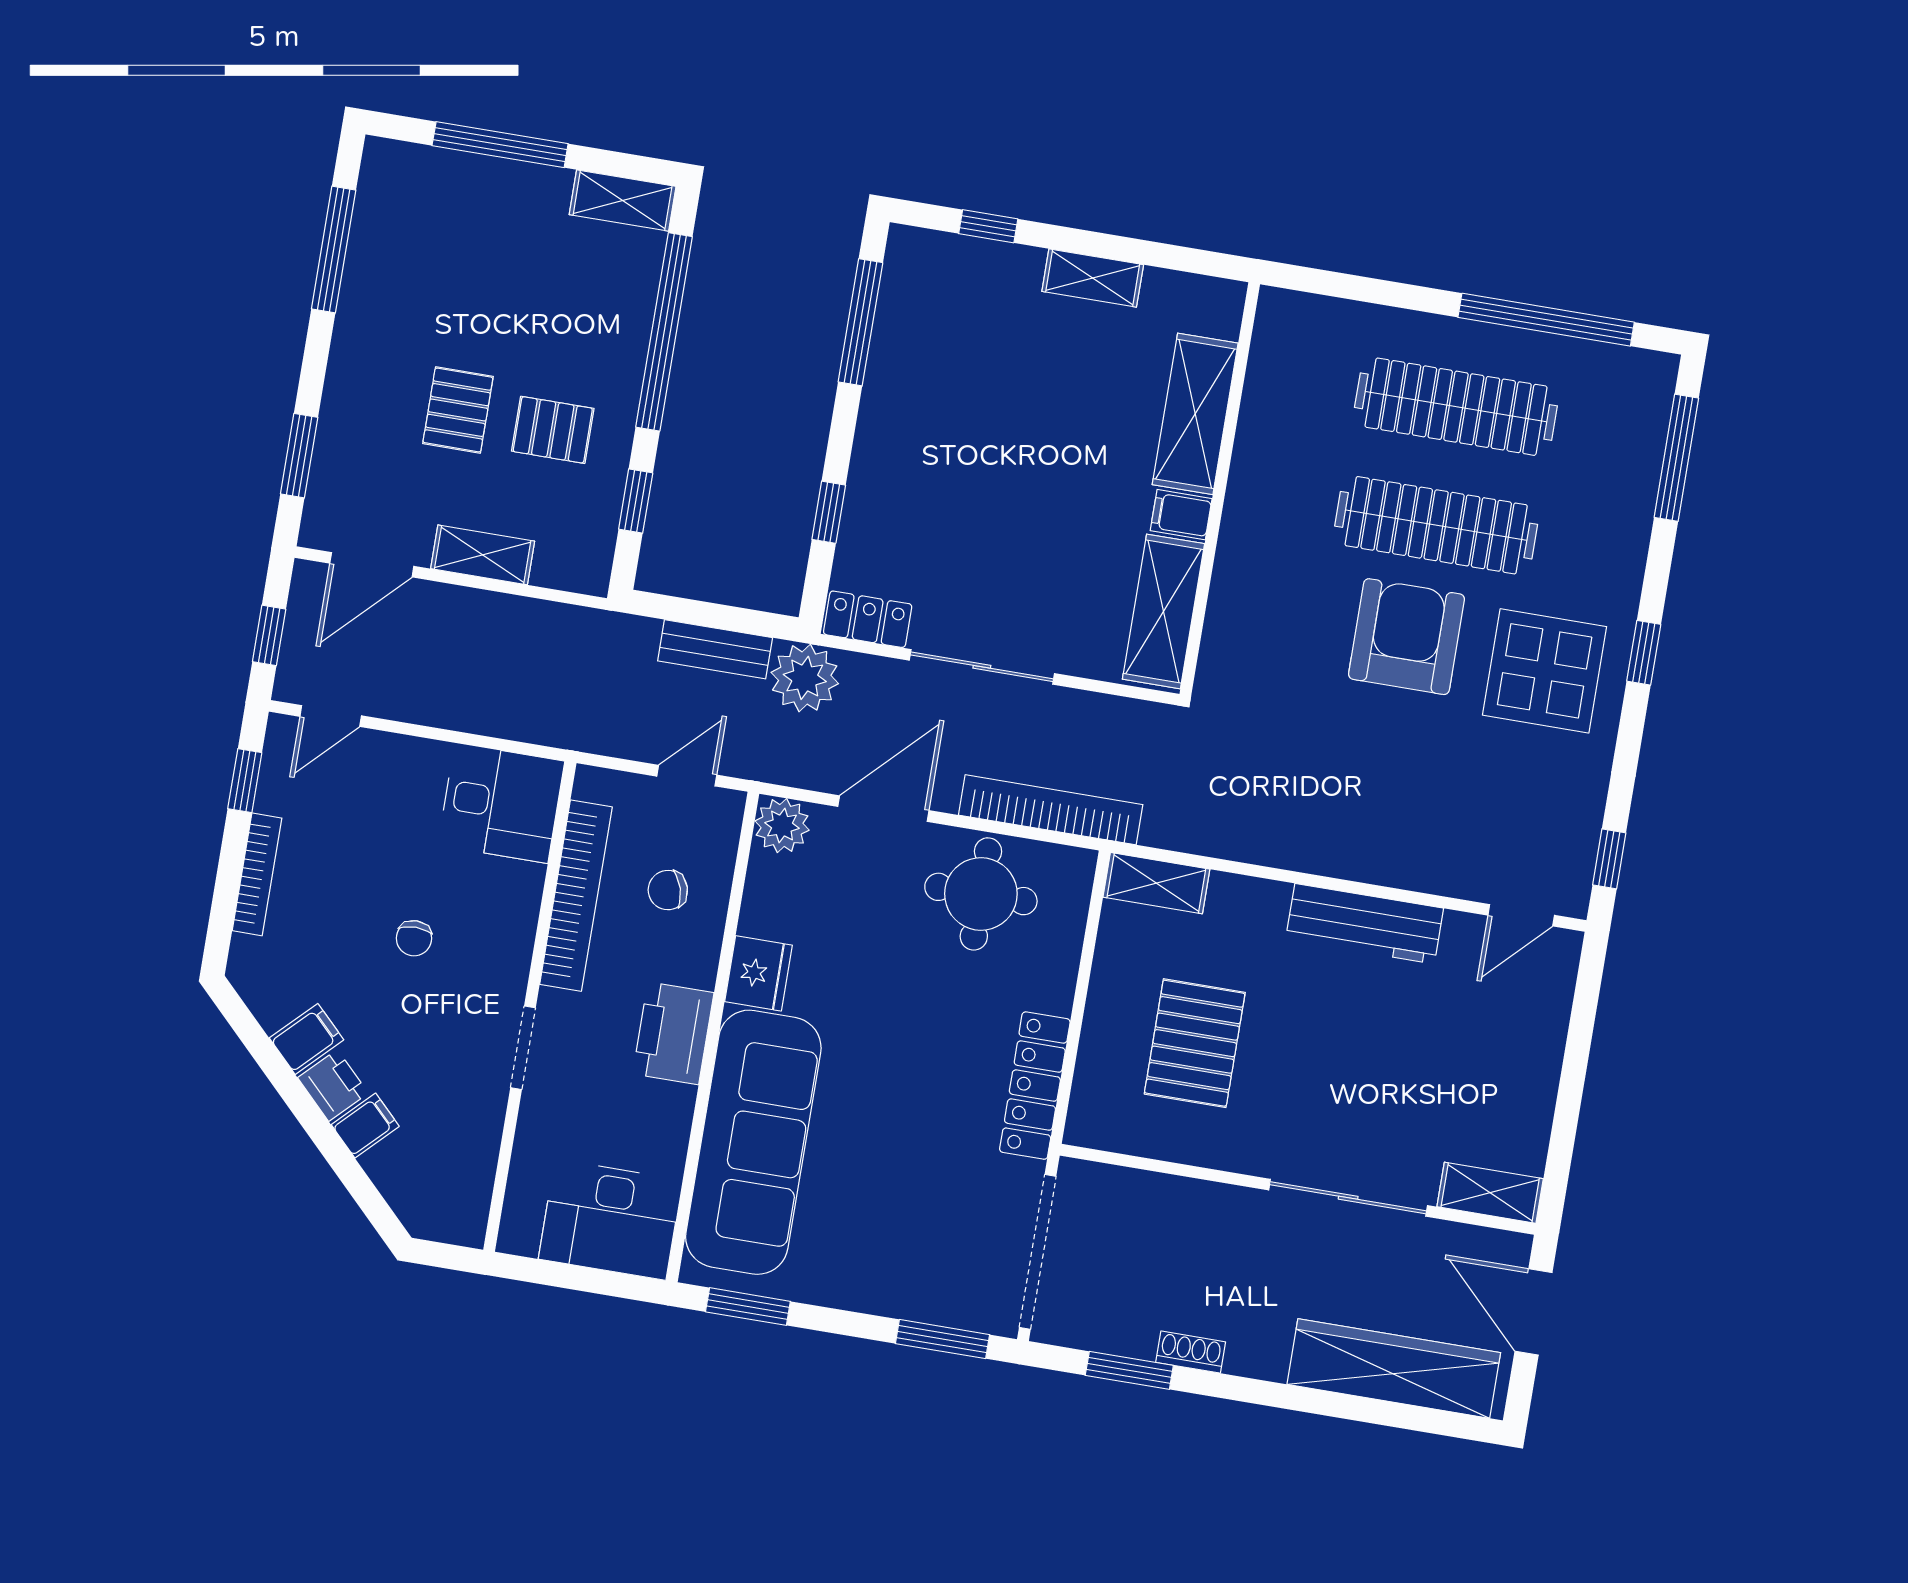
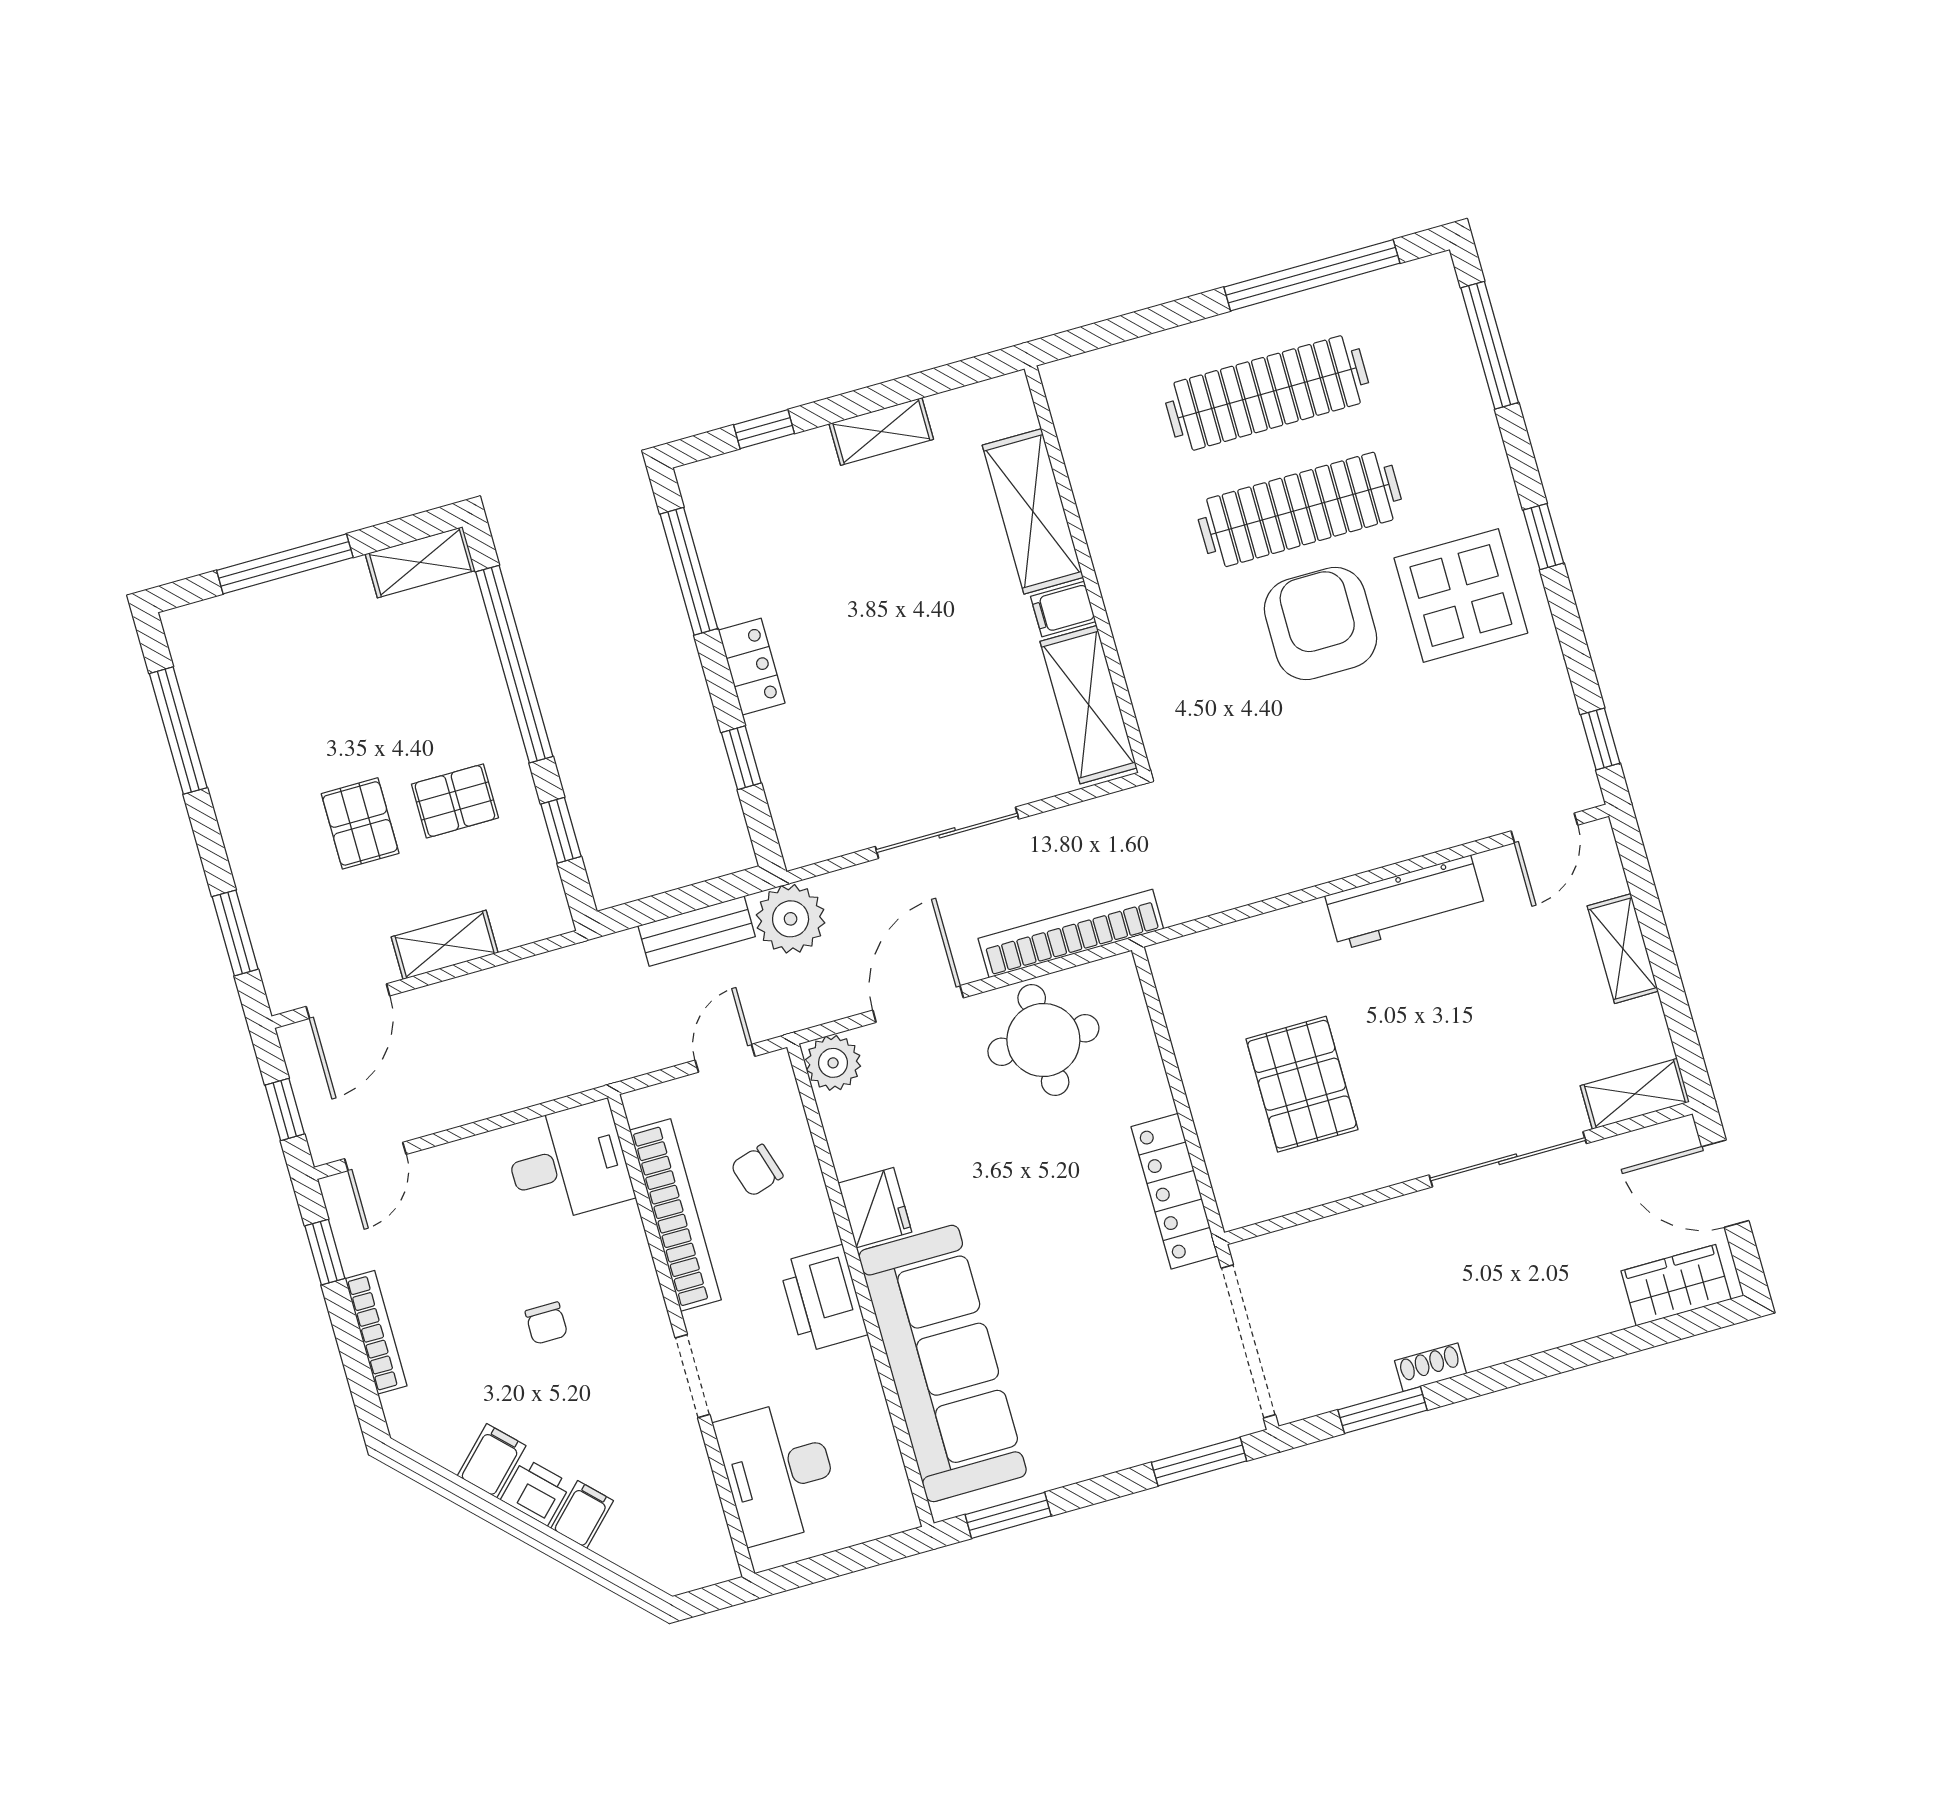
locker: (868, 619) -> (752, 667), moved, turned 90
shelving: (1156, 883) -> (1623, 949), moved, turned 90
desk: (611, 1220) -> (779, 1472), moved, turned 90
wardrobe: (1394, 1368) -> (1676, 1285), width x0.48, depth x0.85

